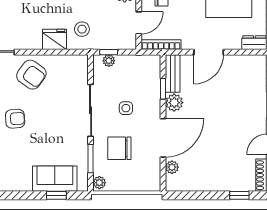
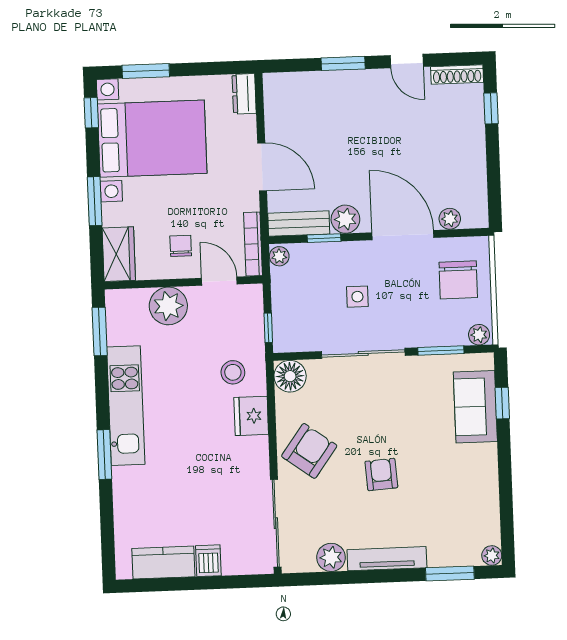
plant: (109, 61) -> (279, 256), moved
floor lamp: (78, 64) -> (290, 376), added
chair: (119, 148) -> (458, 280), moved

